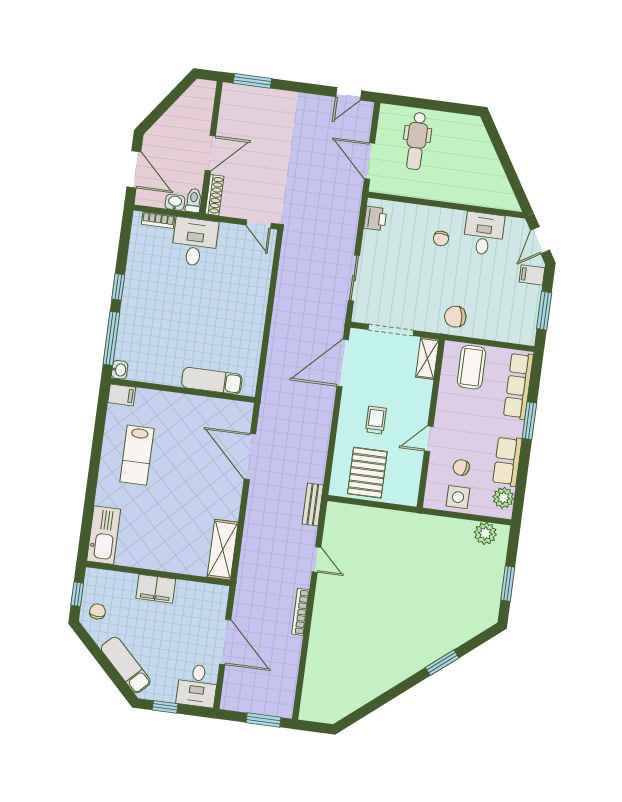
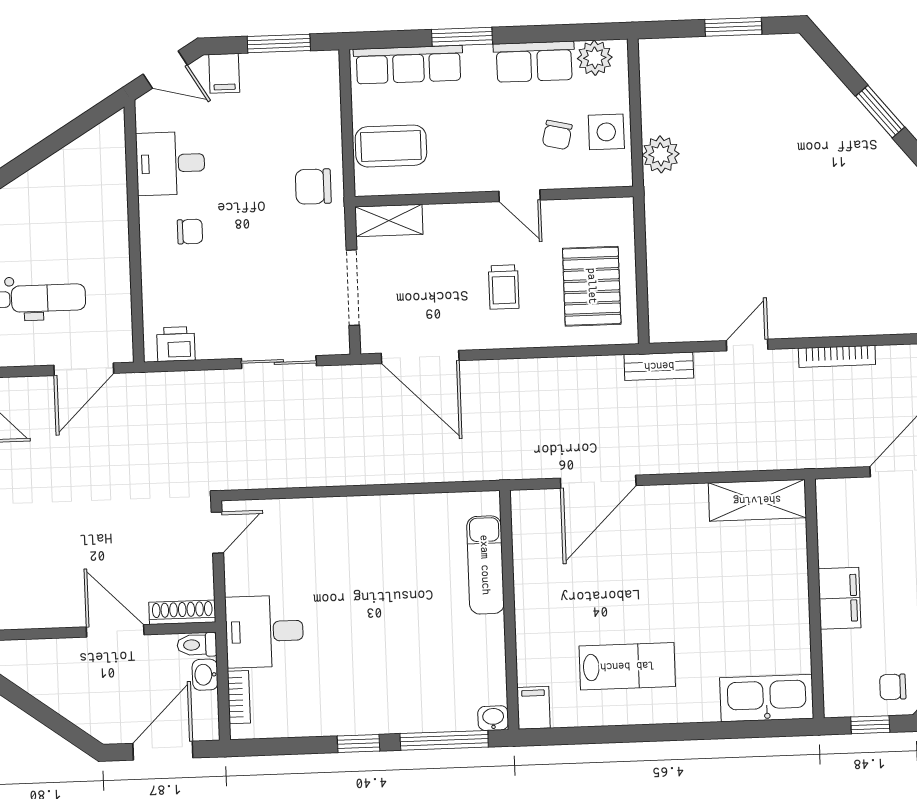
chair: (455, 317) -> (313, 187), turned 99
trolley: (376, 420) -> (504, 287), turned -90
pallet: (367, 473) -> (592, 286), turned 90
plant: (485, 533) -> (661, 154), moved

